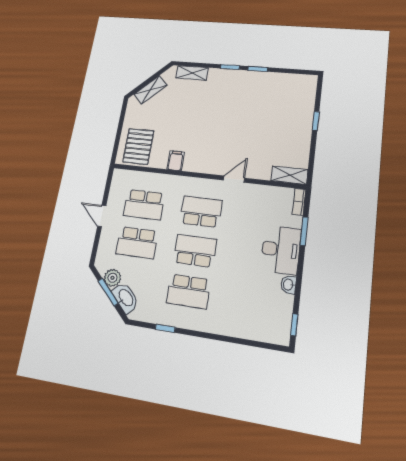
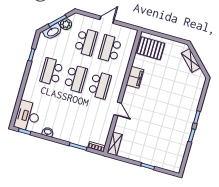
shelving: (192, 73) -> (198, 91), removed
filing cabinet: (176, 161) -> (135, 77), width x2.00
school desk: (137, 243) -> (86, 42), turned 180
desk: (281, 250) -> (27, 116), moved, turned 90

